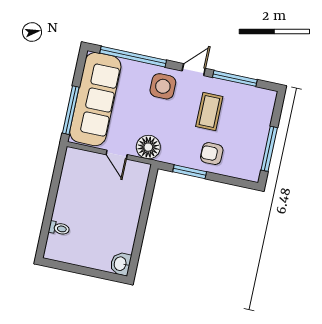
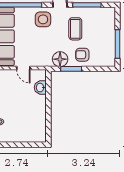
floor lamp: (148, 147) -> (60, 59), moved
washbasin: (121, 264) -> (40, 88), moved

